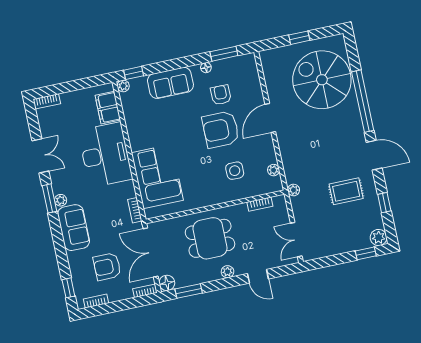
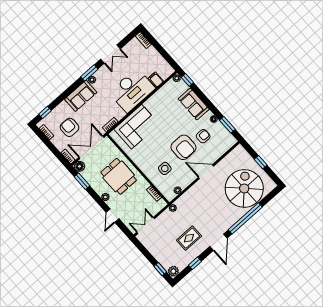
filing cabinet: (108, 108) -> (156, 80), width x0.50
armchair: (221, 130) -> (183, 147), turned 180
rug: (346, 191) -> (189, 238), turned 90

